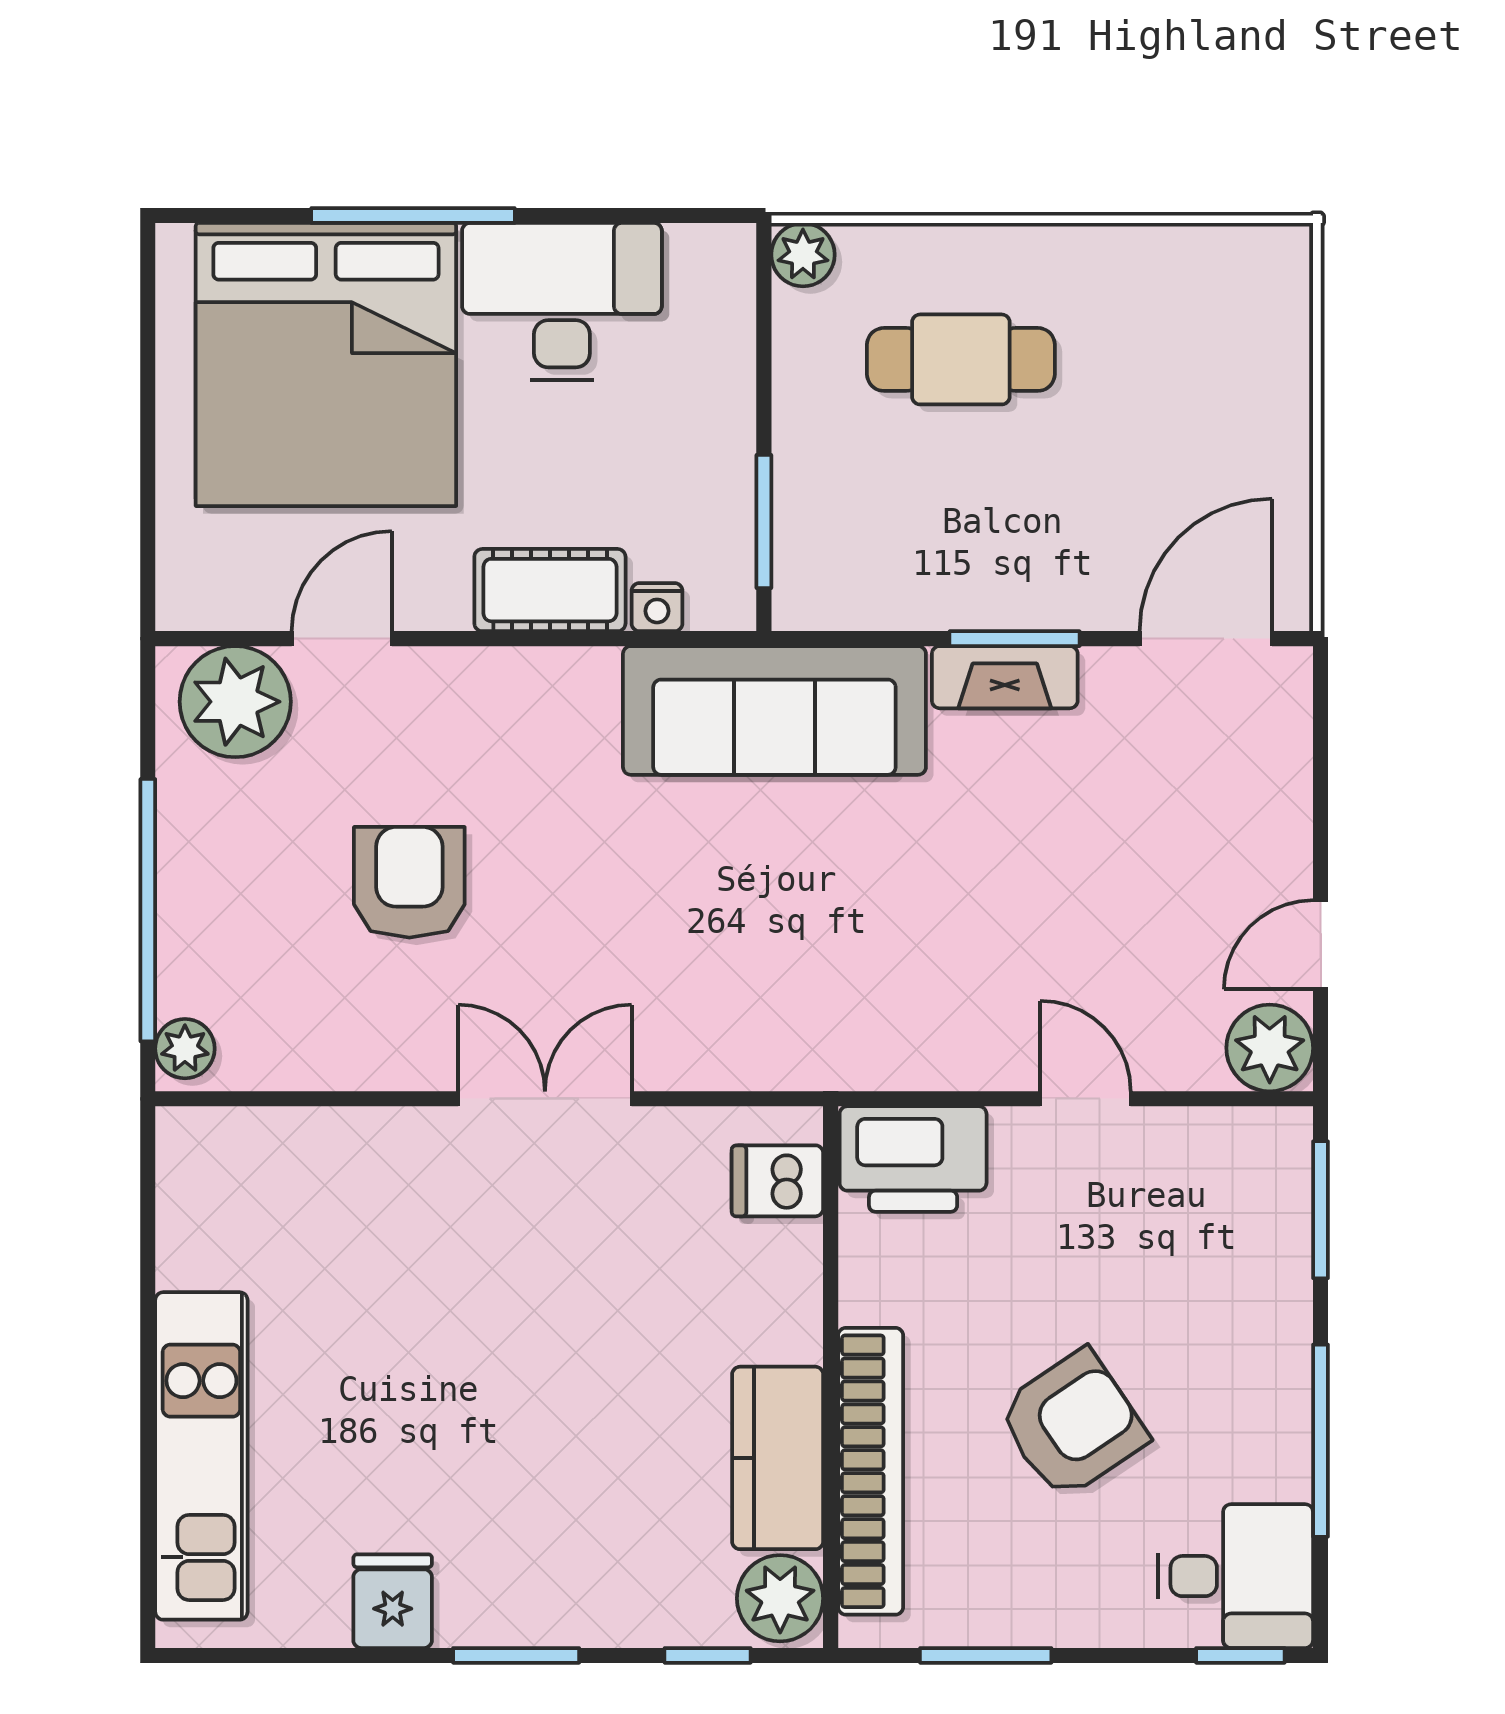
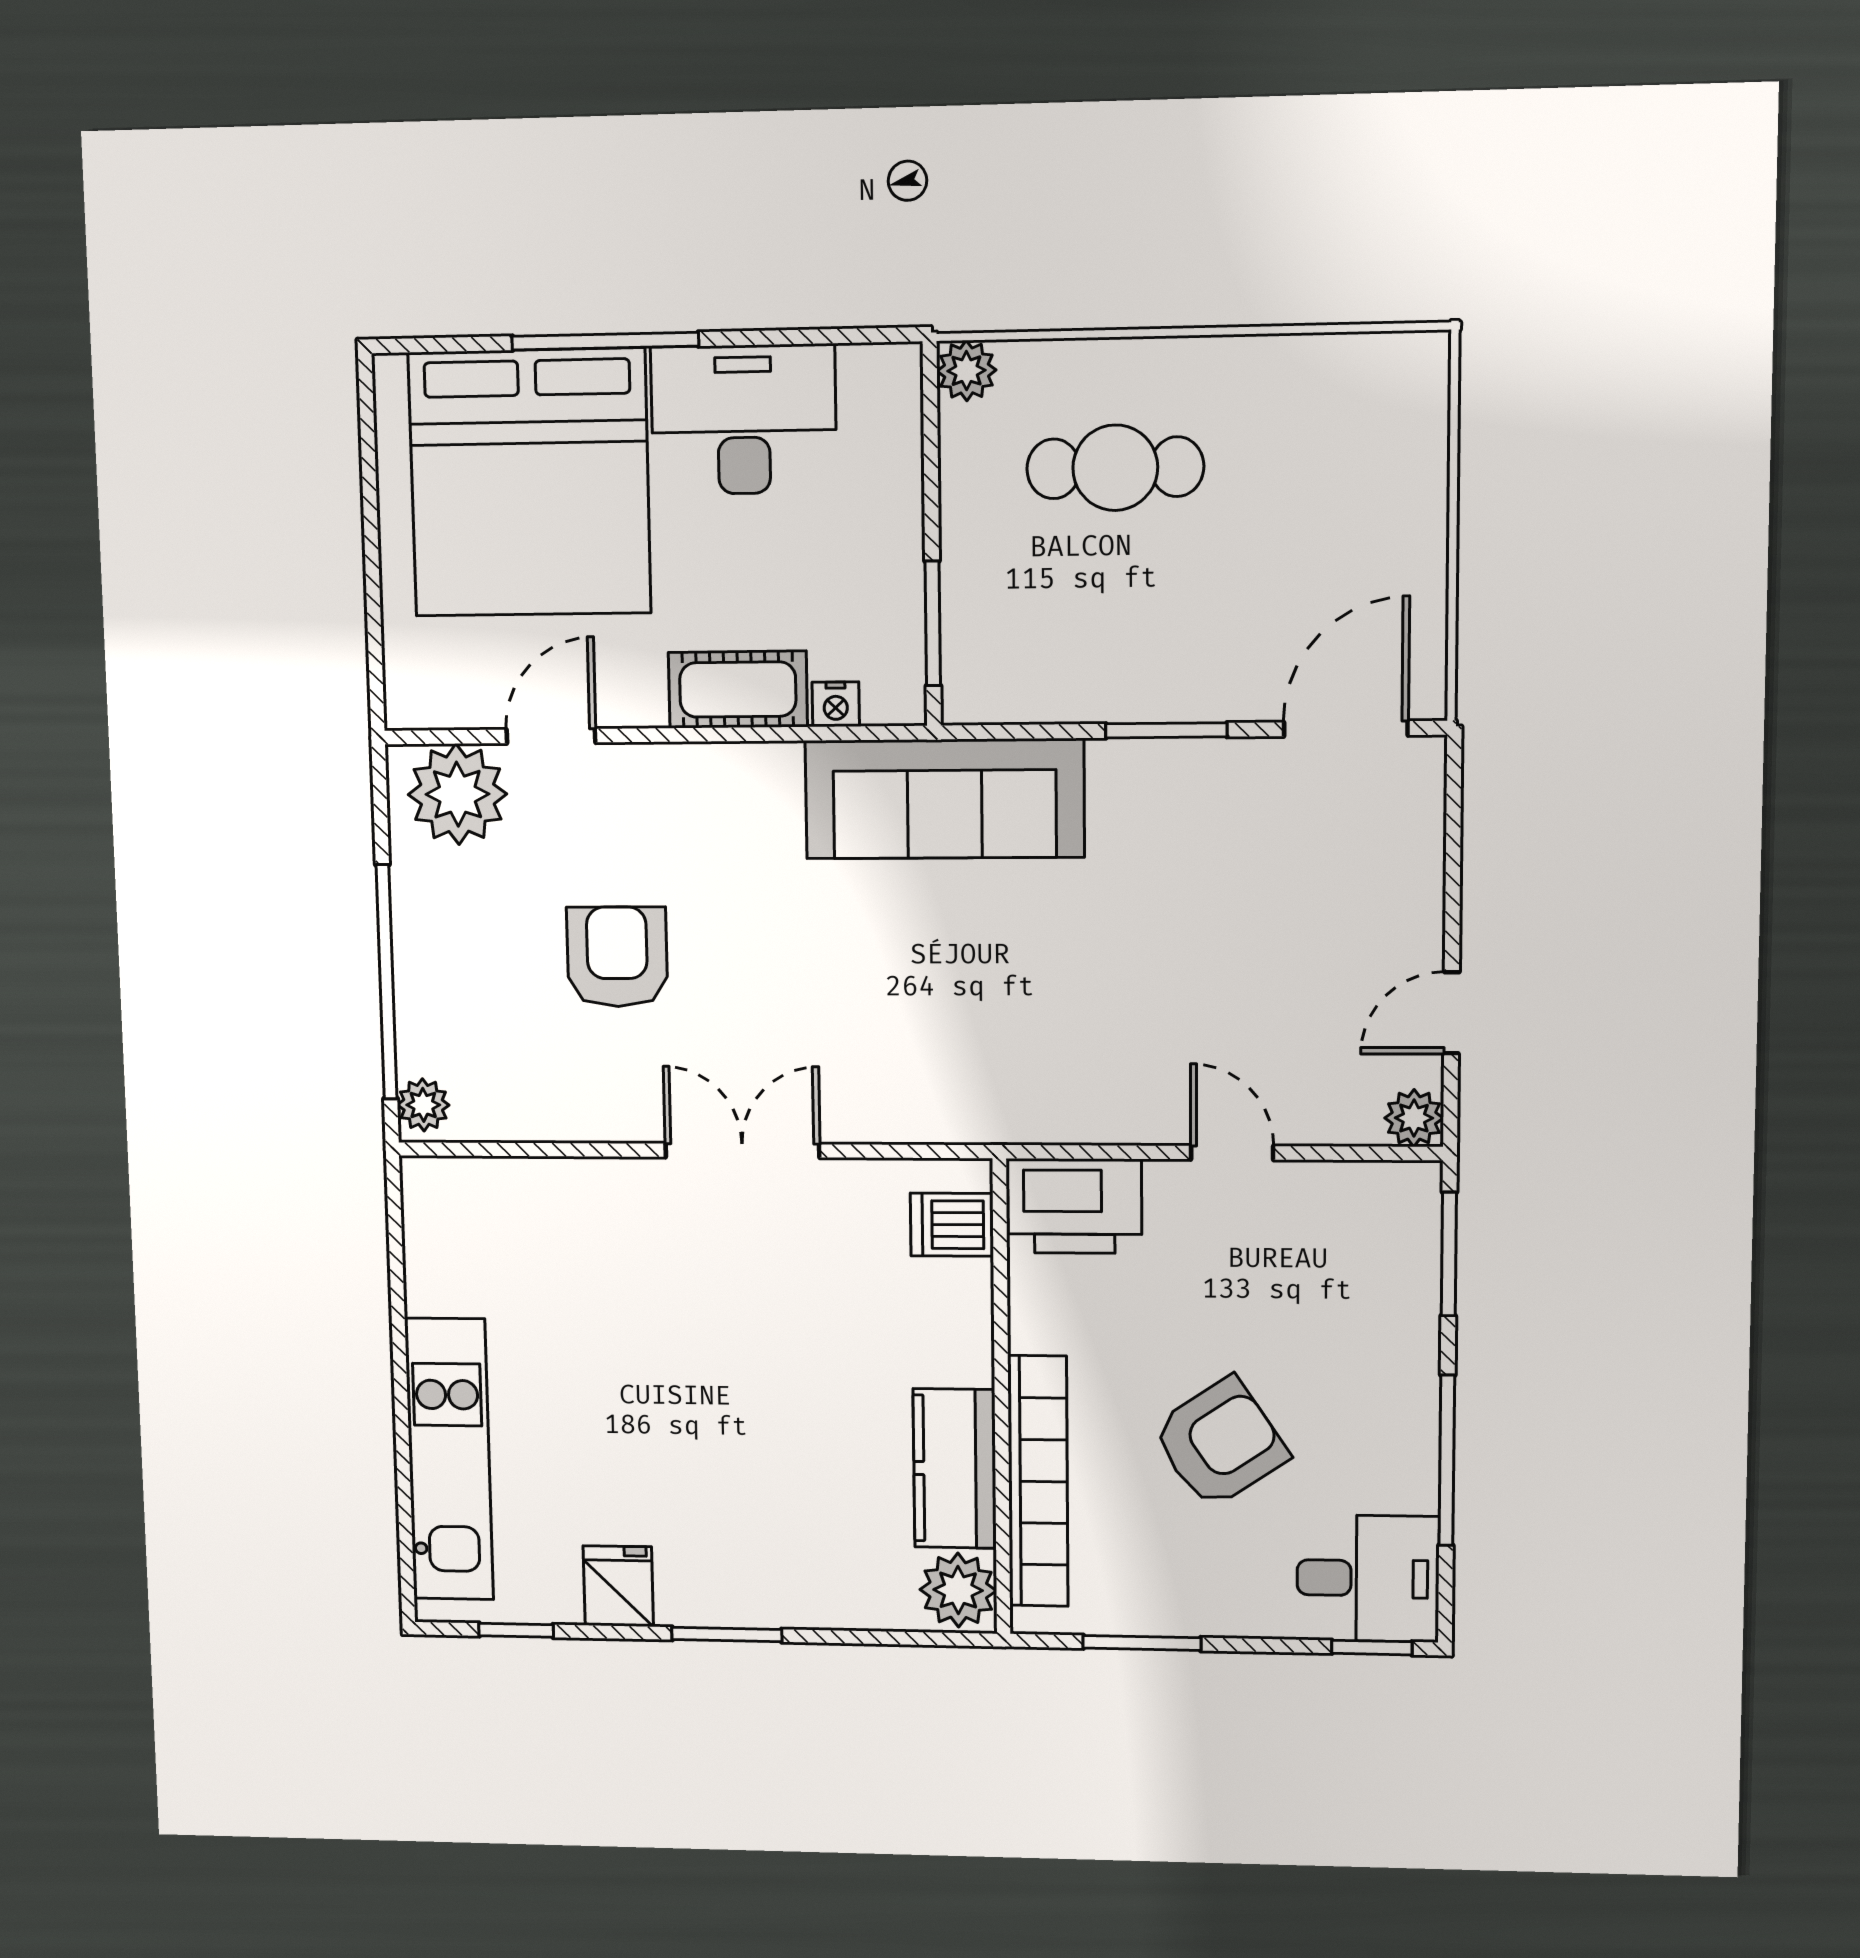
fireplace: (1005, 677) -> (1157, 766), removed
plant: (1270, 1048) -> (1414, 1118), width x0.73, depth x0.73
window: (708, 1655) -> (516, 1630), moved

